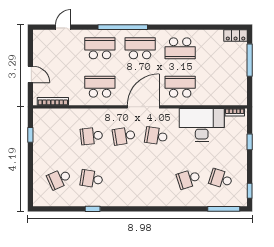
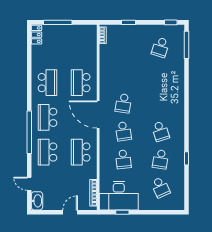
washbasin: (44, 36) -> (37, 201), added
desk: (202, 125) -> (119, 196), moved, turned -90
school desk: (189, 179) -> (160, 131), moved

